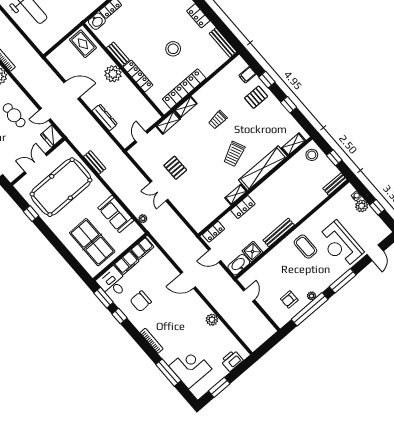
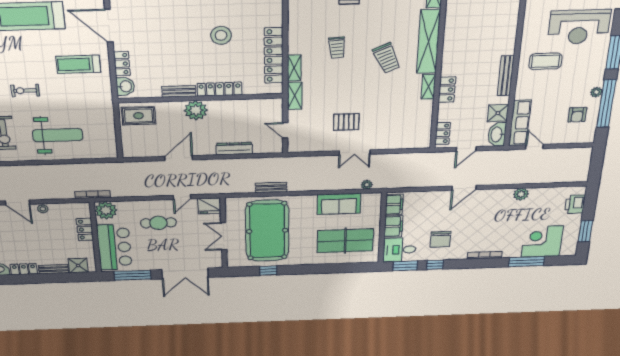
row of seats: (257, 271) -> (520, 123), added

